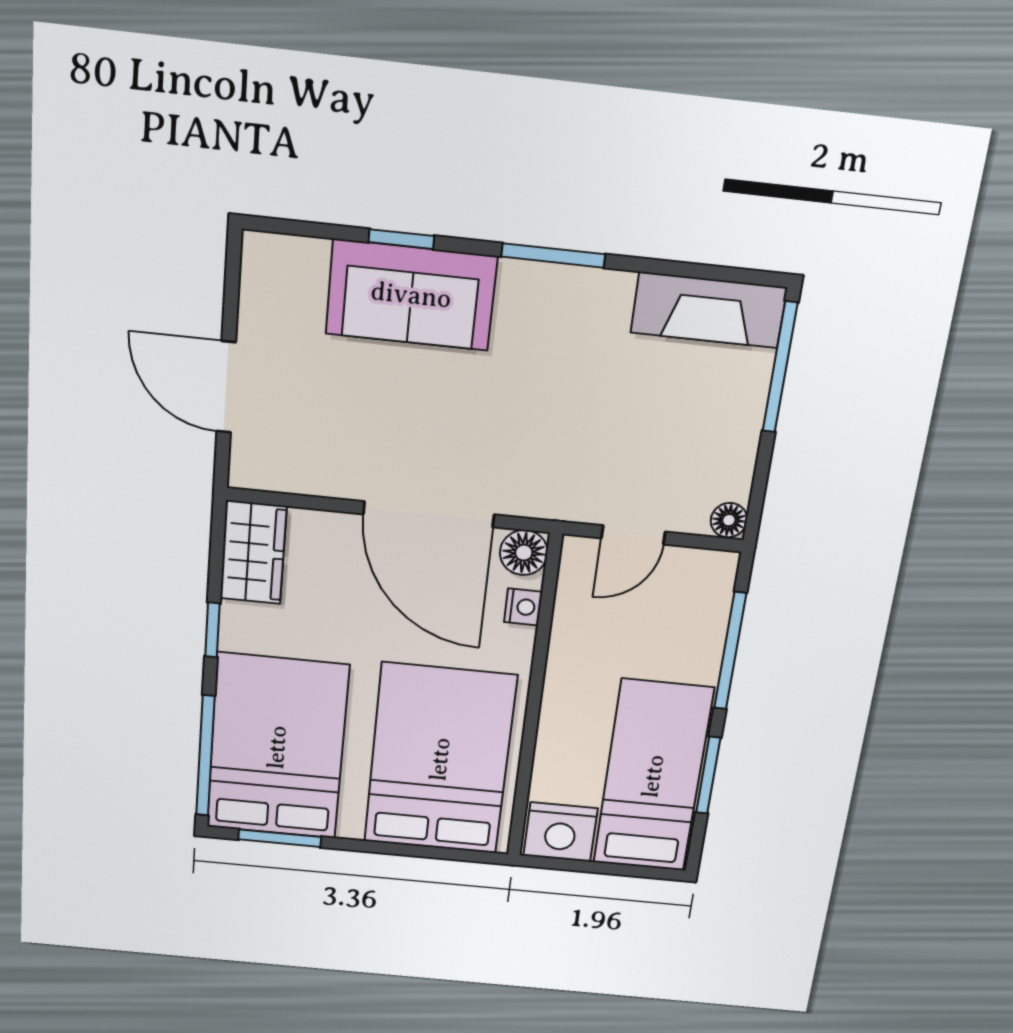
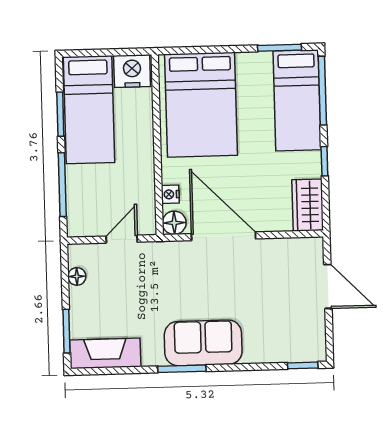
window: (401, 239) -> (303, 365), moved
sofa: (411, 295) -> (203, 343), moved
window: (780, 367) -> (66, 331), width x0.69
floor lamp: (729, 520) -> (77, 276), moved
bed: (277, 747) -> (297, 100), width x0.67

